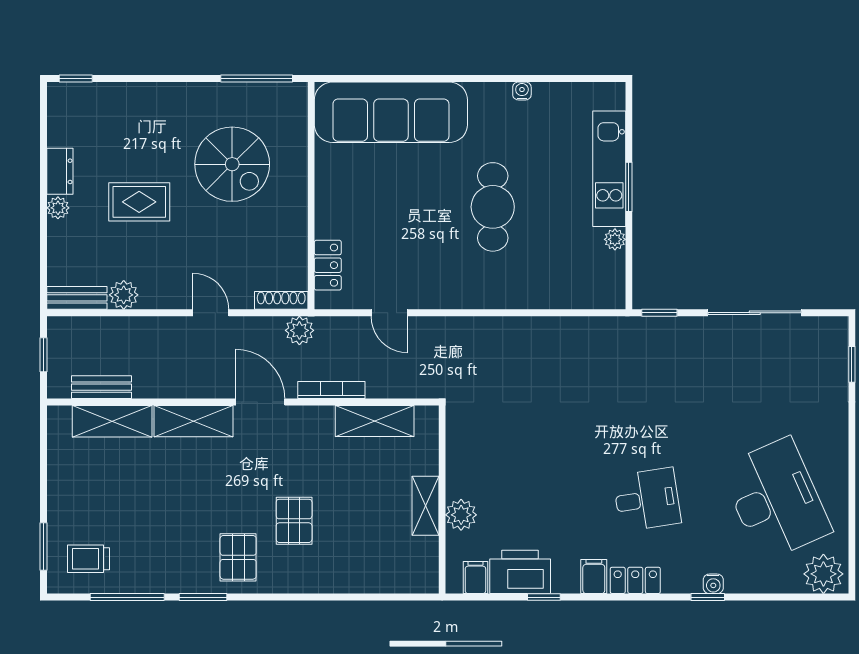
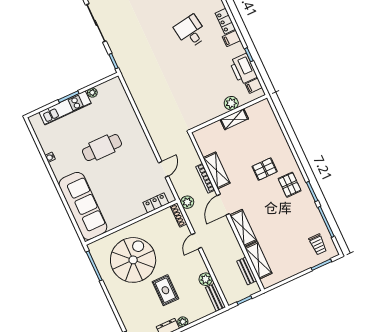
spiral stairs: (232, 164) -> (133, 260), width x1.37, depth x1.37
shelving: (375, 421) -> (217, 170), moved
pallet: (238, 557) -> (290, 185), turned 90

